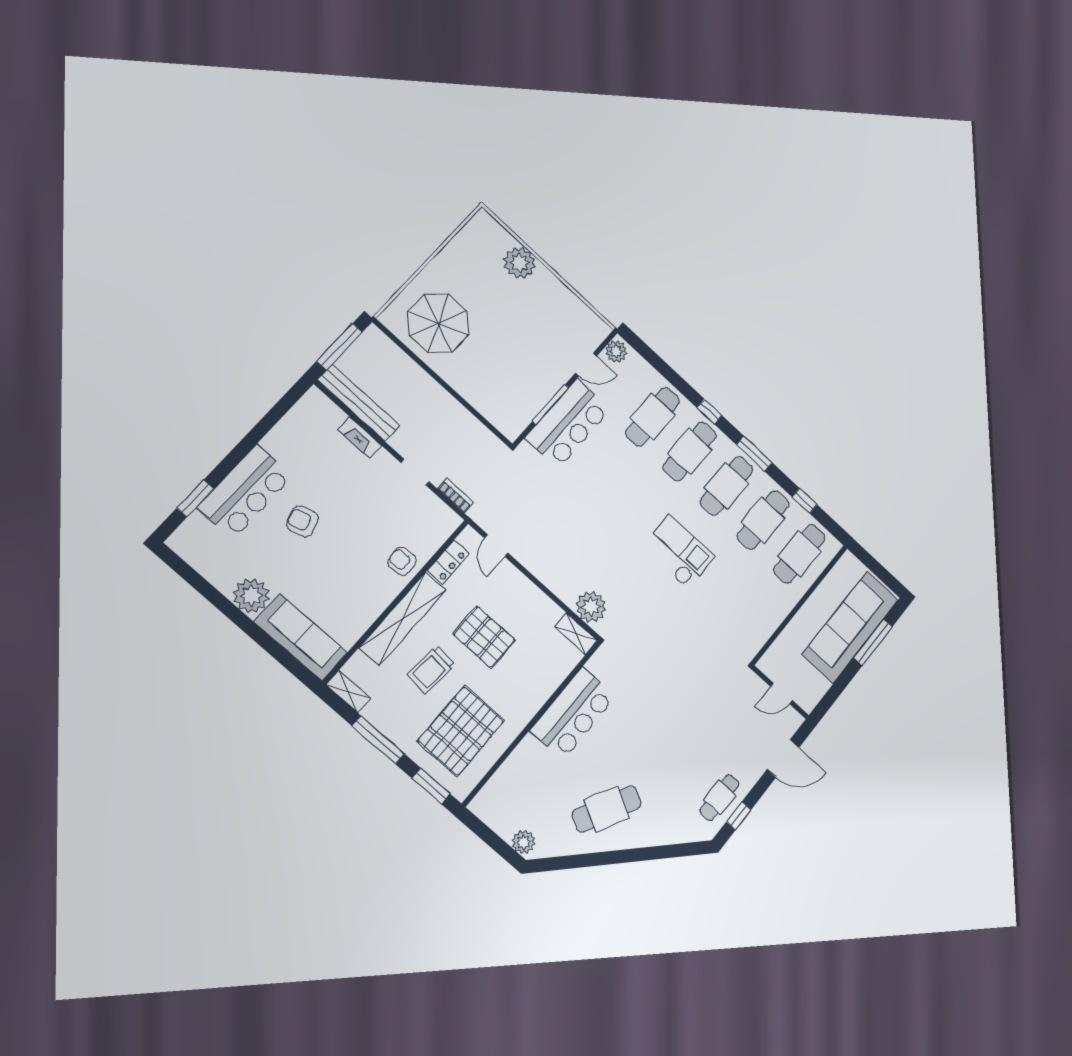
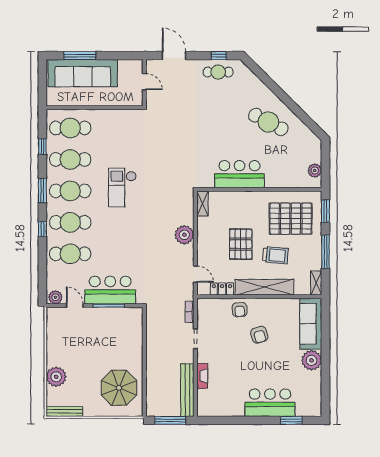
bench: (469, 233) -> (64, 411), added
armchair: (302, 521) -> (259, 335), moved
door: (496, 546) -> (195, 274), hinge flipped
plant: (591, 607) -> (184, 235), moved
plant: (524, 842) -> (315, 170), moved

